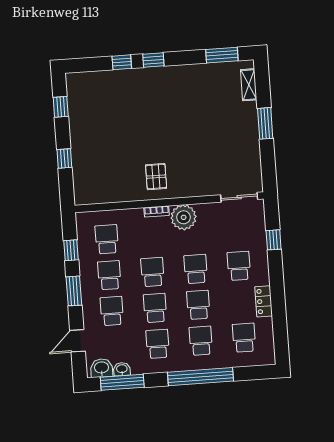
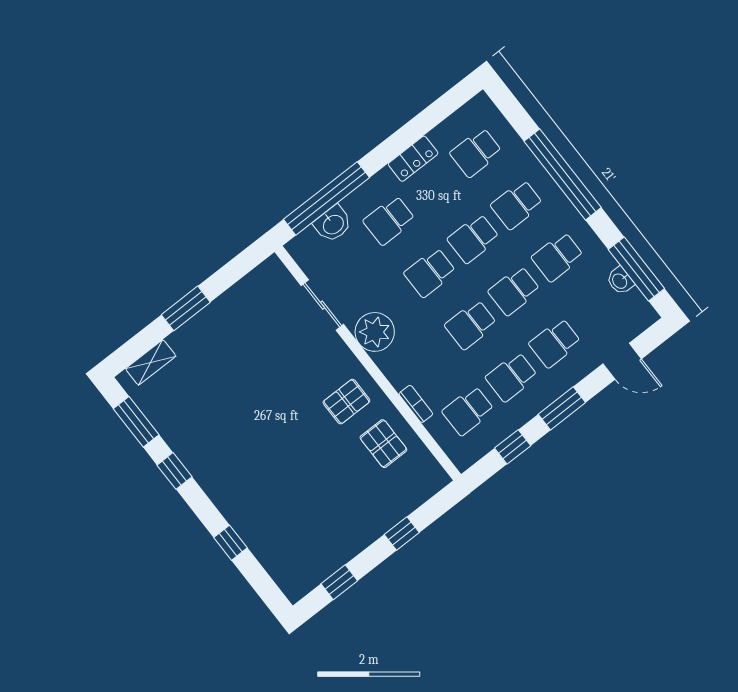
window: (153, 60) -> (175, 471), moved
pallet: (120, 181) -> (383, 444), added
sliding door: (239, 197) -> (322, 305), moved
bookcase: (157, 211) -> (416, 404), moved
window: (274, 240) -> (327, 198), width x3.17
washbasin: (102, 368) -> (333, 224), moved, turned -90

